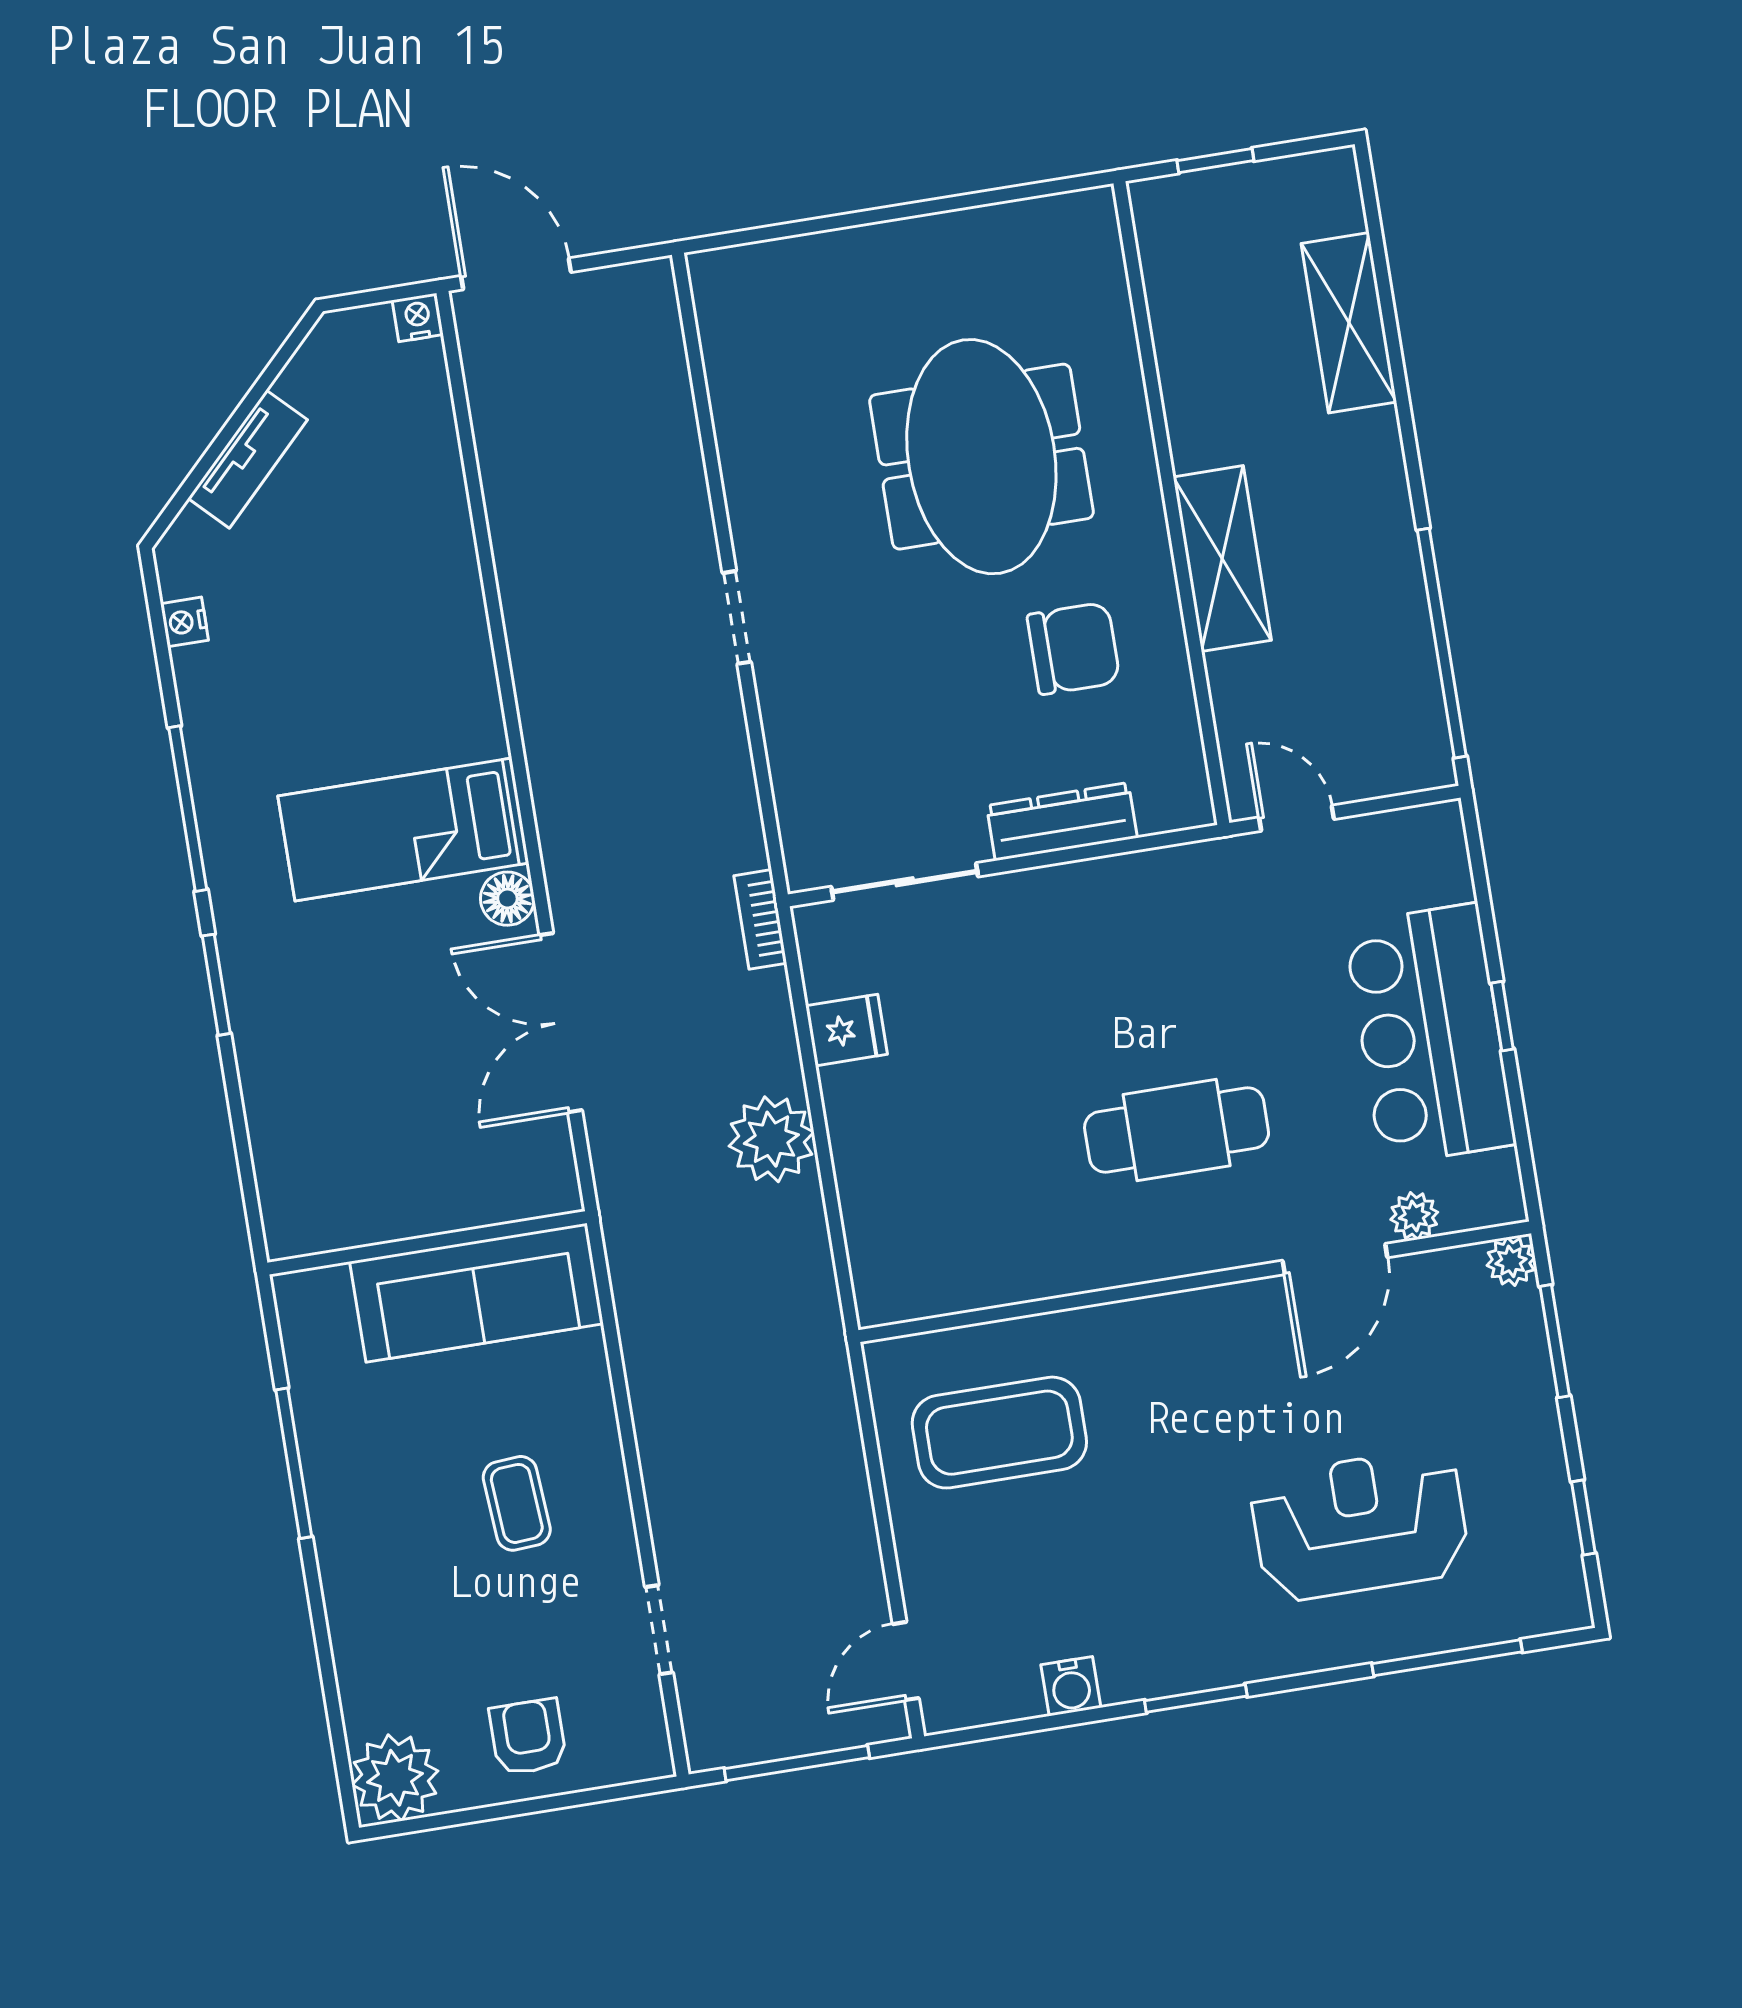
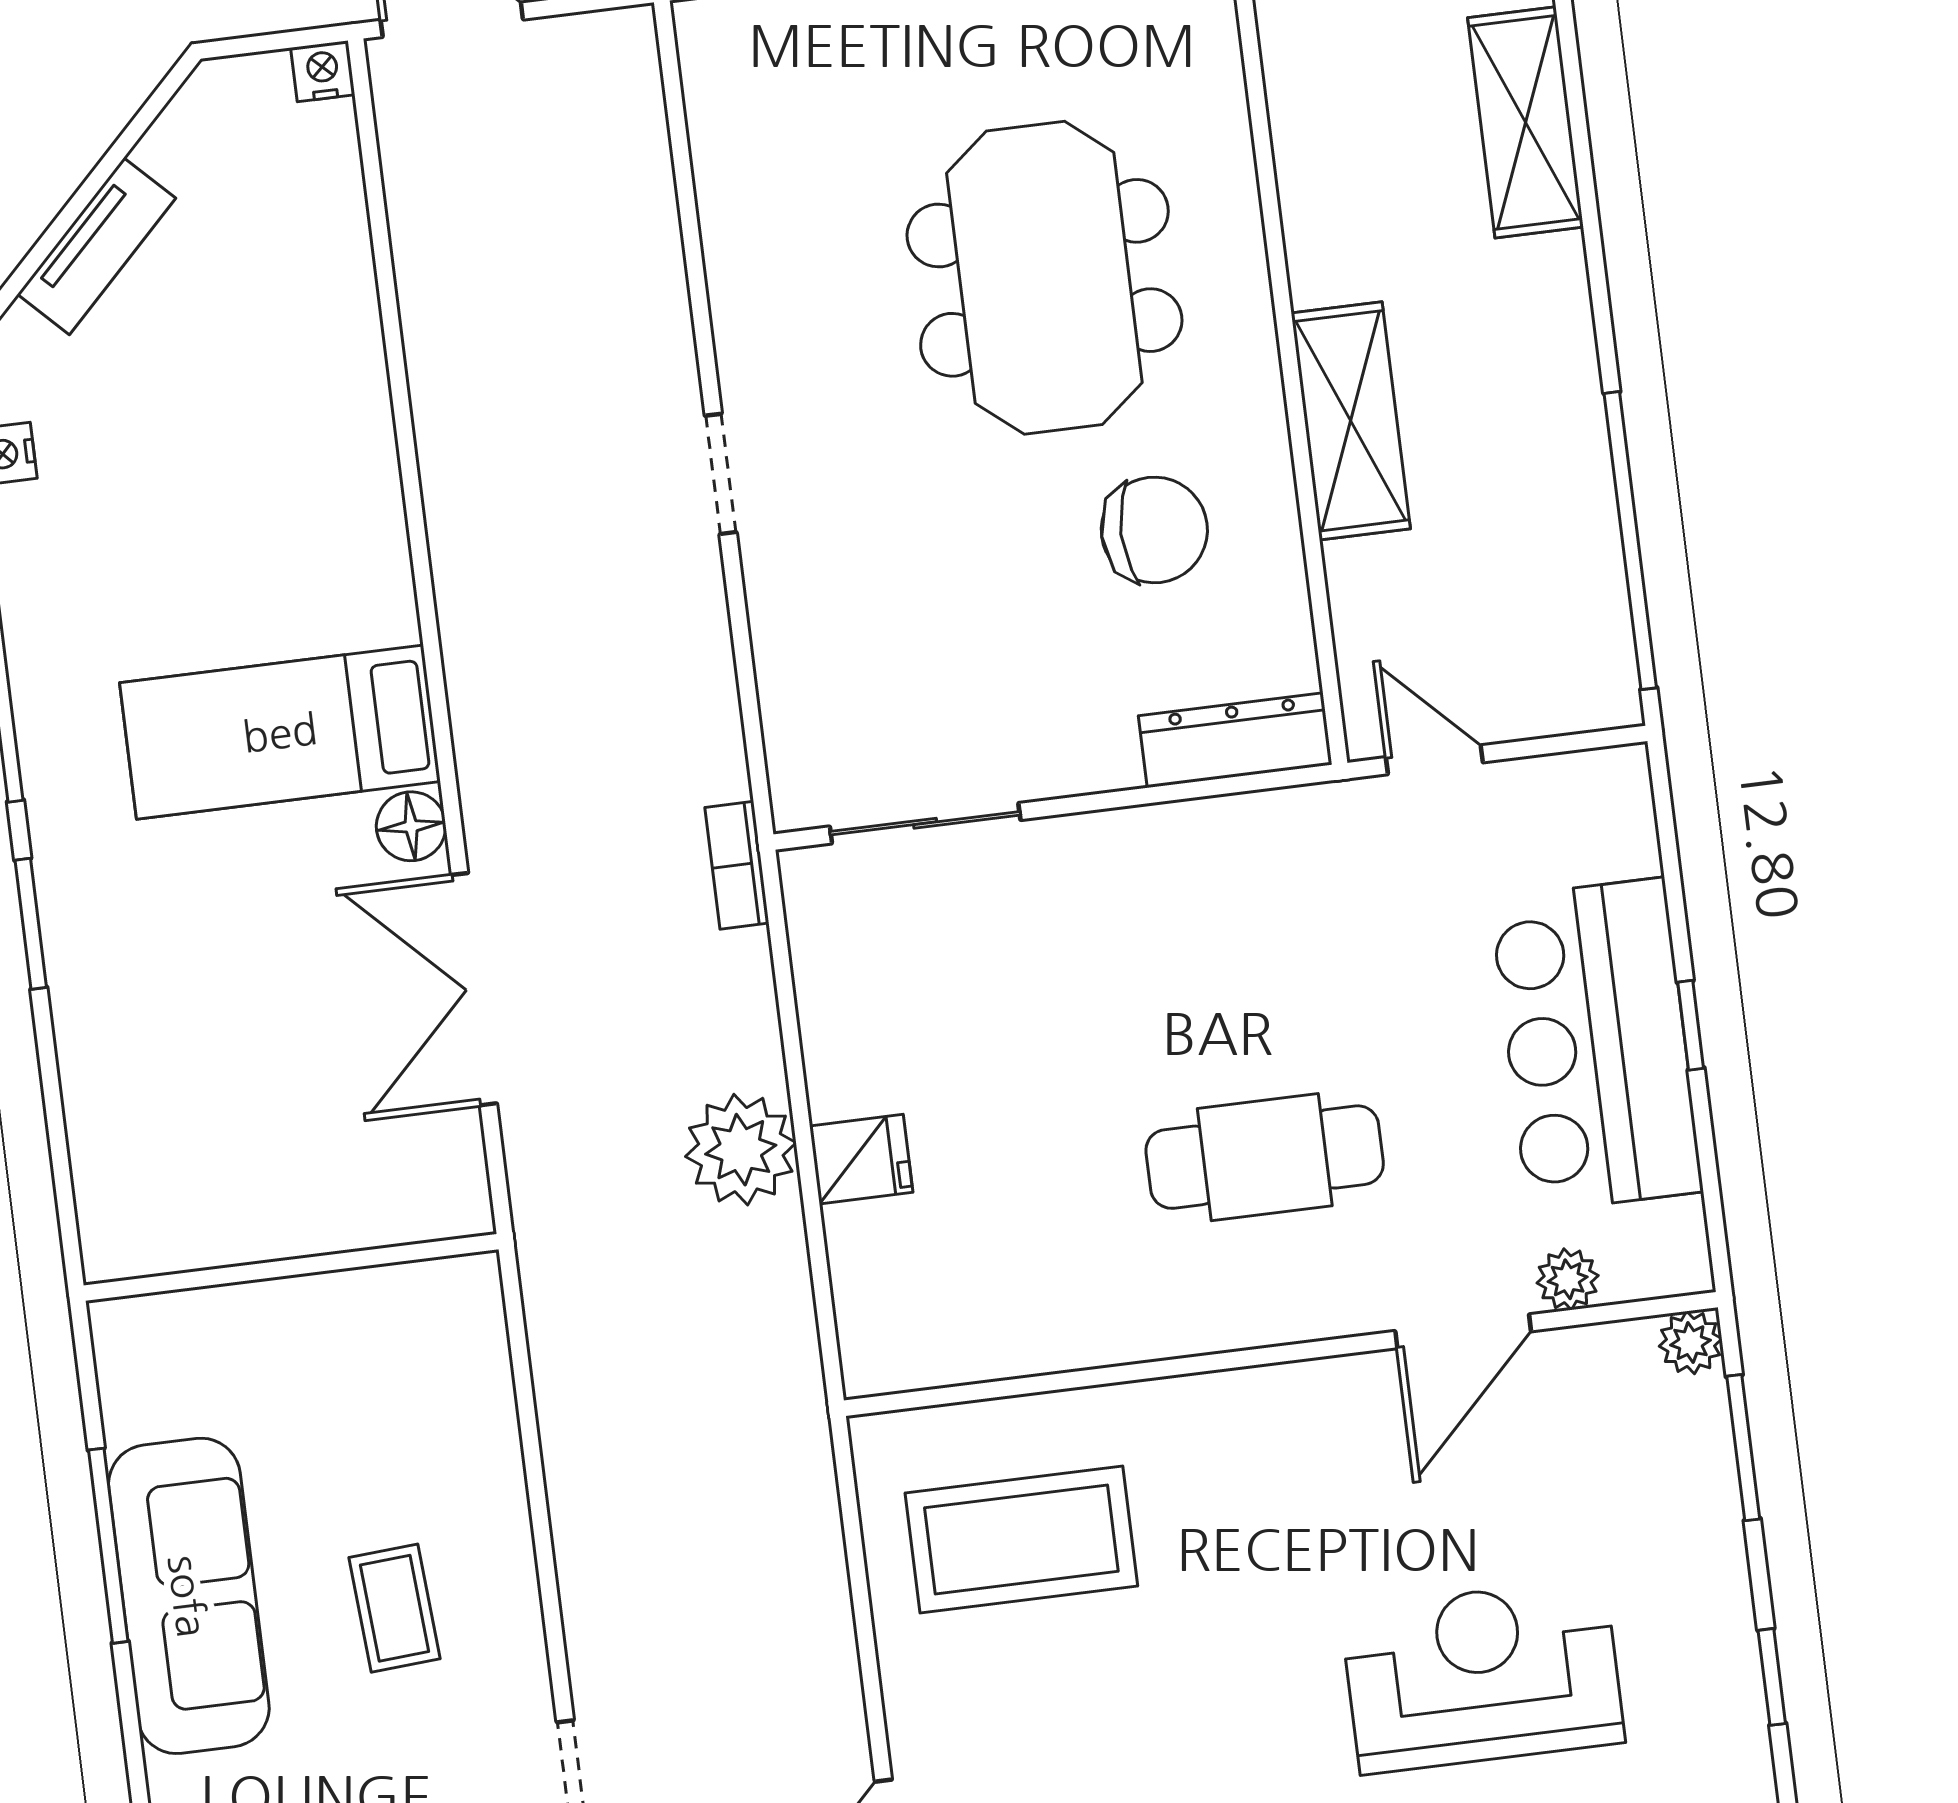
dresser: (1062, 822) -> (1235, 740), moved
fridge: (846, 1030) -> (861, 1159), moved
sofa: (477, 1293) -> (189, 1596), moved, turned -90

